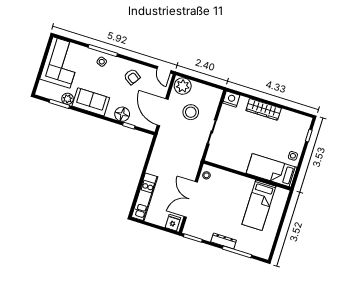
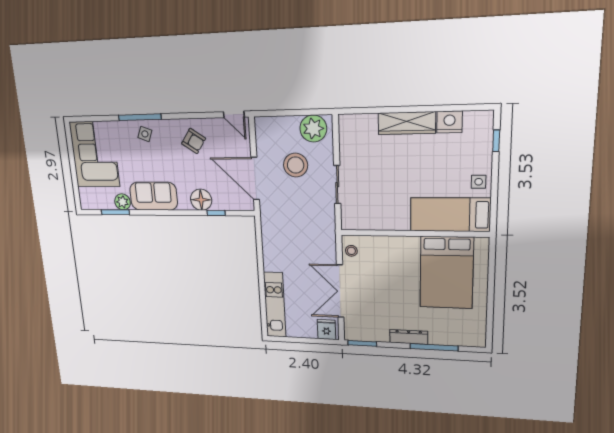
plant: (183, 86) -> (313, 129), moved
nightstand: (231, 99) -> (449, 122), moved
bed: (259, 205) -> (446, 273), width x1.50

